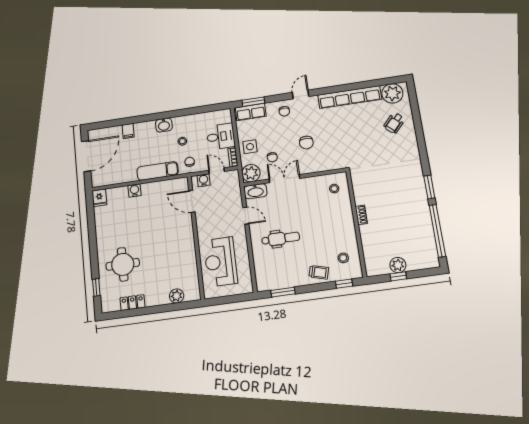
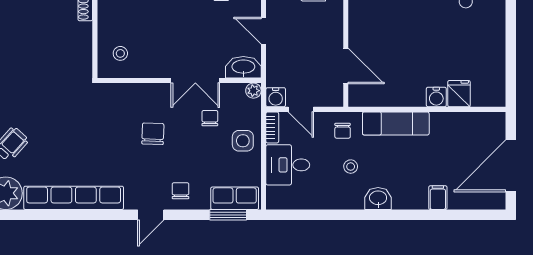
plant: (251, 173) -> (253, 91), width x0.53, depth x0.53
water cooler: (204, 180) -> (276, 97), moved
fridge: (99, 198) -> (459, 94), moved

